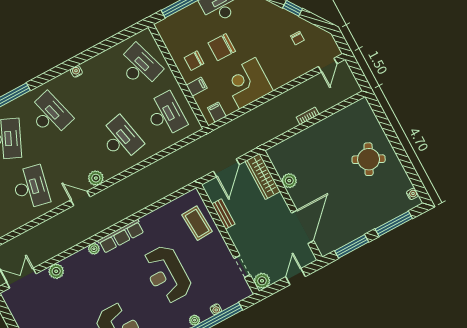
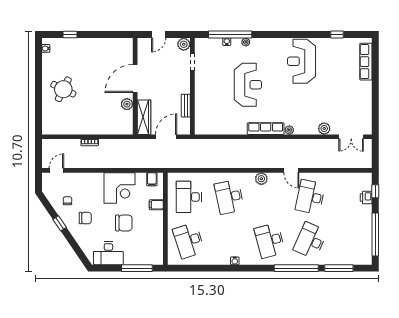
chair: (194, 61) -> (85, 218), moved
door: (80, 198) -> (291, 170), moved
coffee table: (197, 223) -> (207, 109), removed
window: (394, 224) -> (70, 35), width x0.46
door: (303, 227) -> (135, 78), moved
window: (352, 246) -> (108, 35), removed

